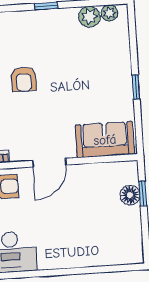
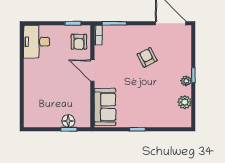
plant: (109, 13) -> (186, 81), moved
armchair: (24, 79) -> (147, 57), turned 63

